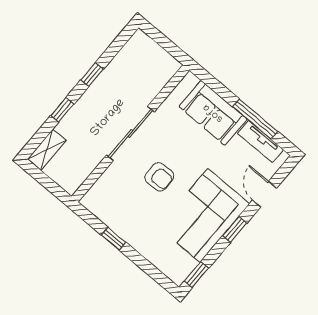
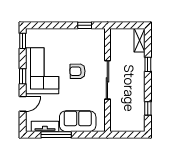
window: (92, 75) -> (148, 108), moved
door: (265, 194) -> (23, 104), hinge flipped
window: (114, 239) -> (85, 25), moved

